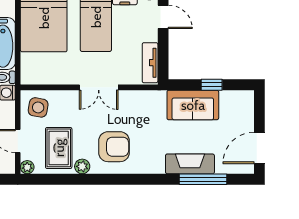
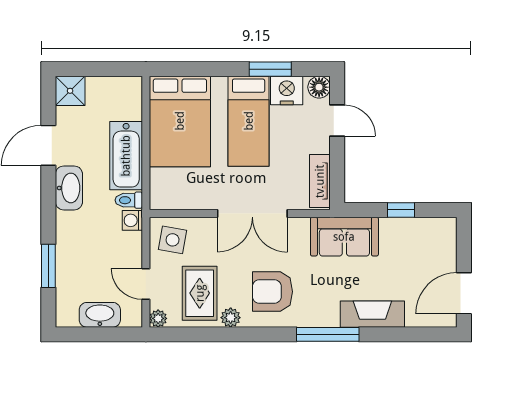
double door: (99, 87) -> (252, 213), width x1.37
sofa: (193, 105) -> (344, 237), moved
armchair: (114, 147) -> (272, 292), turned 180
window: (203, 179) -> (328, 334), moved

